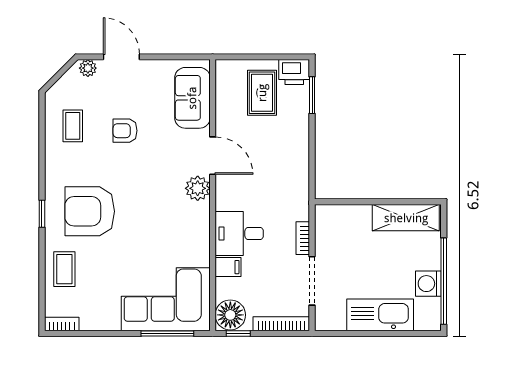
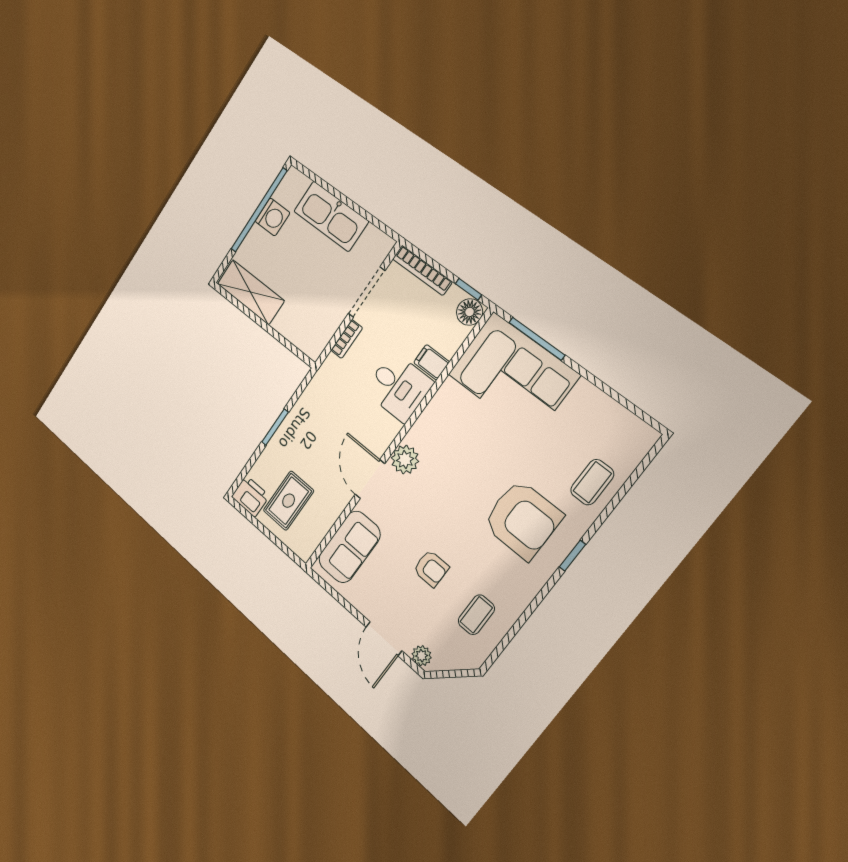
window: (312, 95) -> (275, 427), moved
floor lamp: (230, 315) -> (470, 312), width x0.73, depth x0.73
bookcase: (62, 324) -> (639, 428), removed

